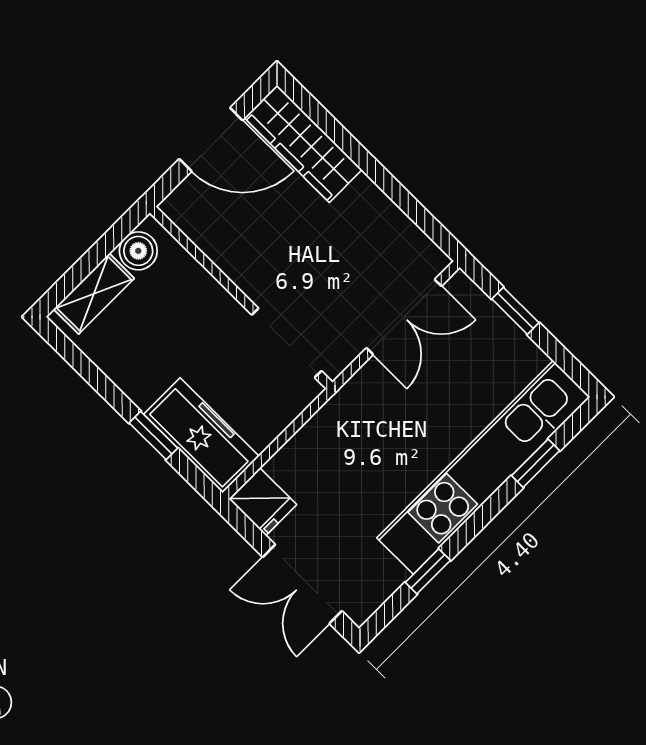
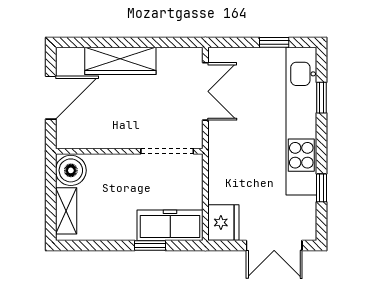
wardrobe: (303, 144) -> (120, 61), moved
boiler: (138, 251) -> (71, 170), width x1.36, depth x1.36
window: (515, 311) -> (274, 42), moved
fridge: (263, 502) -> (223, 222), width x1.38

